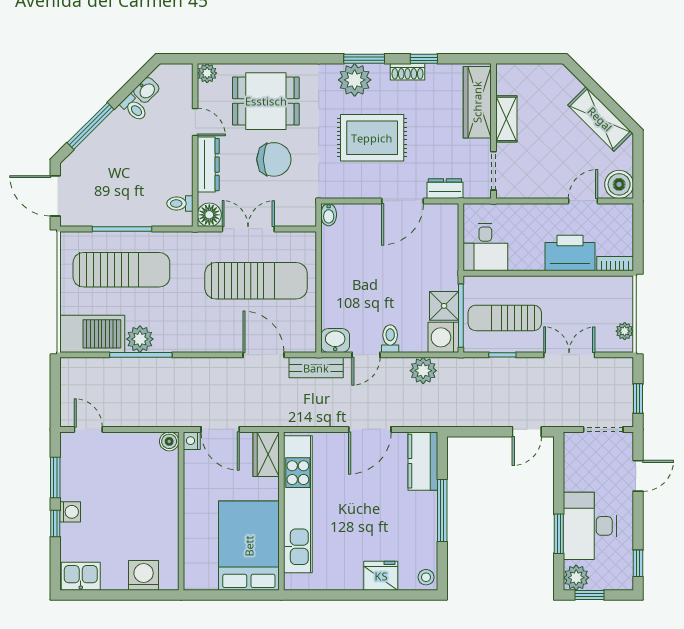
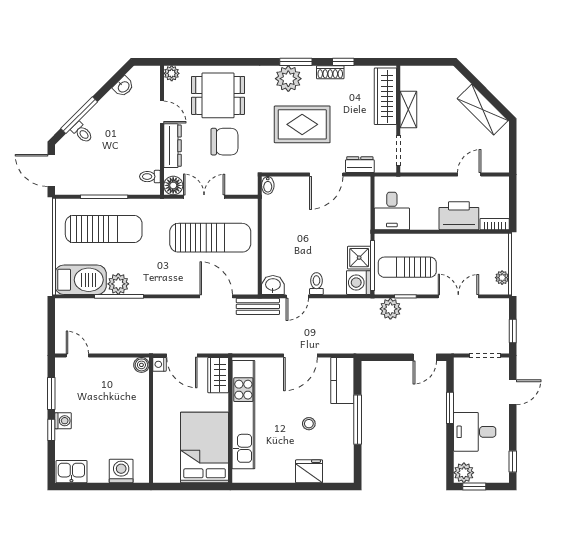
toilet: (134, 108) -> (82, 132), moved
boiler: (619, 184) -> (498, 161), removed
plant: (423, 371) -> (390, 309), moved
desk: (590, 526) -> (475, 432), width x0.73
window: (559, 534) -> (450, 408), moved
stool: (426, 577) -> (309, 424), moved

